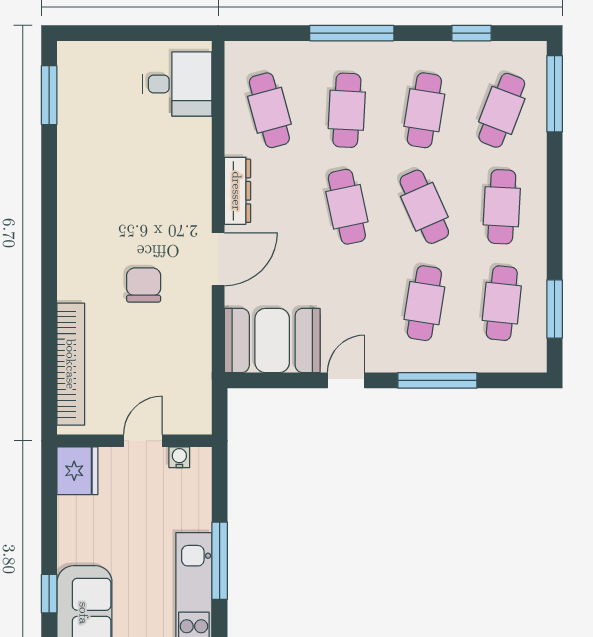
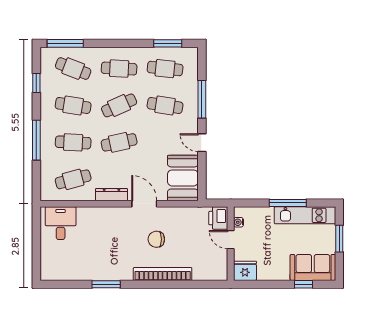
window: (49, 95) -> (106, 284), moved
bookcase: (71, 364) -> (163, 274), moved
printer: (188, 415) -> (218, 218), added

